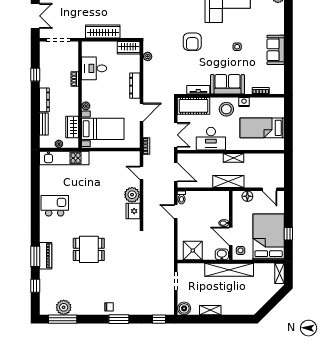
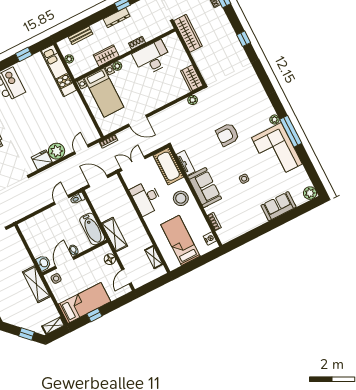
wardrobe: (103, 31) -> (188, 33), moved
sofa: (276, 50) -> (278, 206), moved
desk: (94, 68) -> (152, 58), width x1.37
dresser: (135, 86) -> (159, 102), removed
dresser: (44, 100) -> (117, 18), moved
nightstand: (244, 102) -> (210, 239), moved
wardrobe: (72, 127) -> (106, 56), moved
double door: (176, 135) -> (133, 164), swing flipped
shelving: (233, 158) -> (154, 257), moved
door: (176, 172) -> (98, 181), swing flipped
window: (35, 181) -> (24, 54), added
bathtub: (214, 198) -> (92, 229), added
bed: (269, 237) -> (84, 303), width x0.67
shower: (193, 251) -> (33, 234), removed
shelving: (229, 270) -> (36, 284), width x0.68
window: (275, 300) -> (27, 334), added

